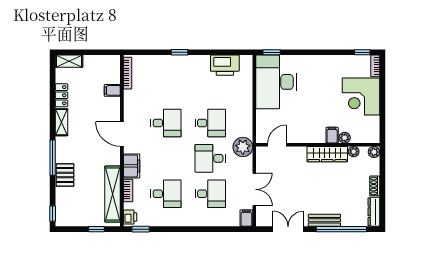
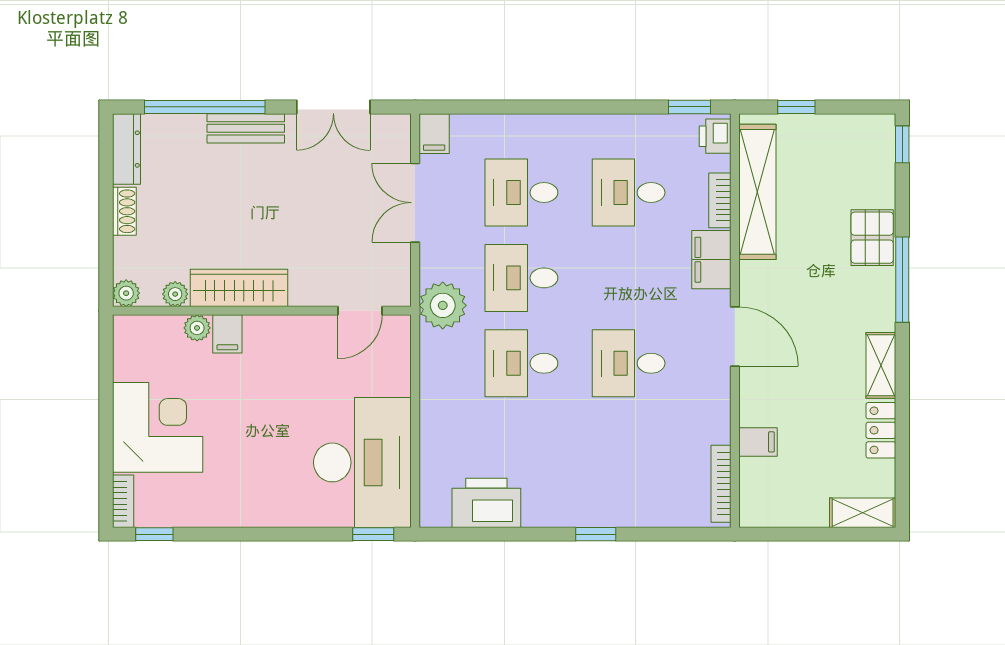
desk: (210, 158) -> (521, 278), turned 180

